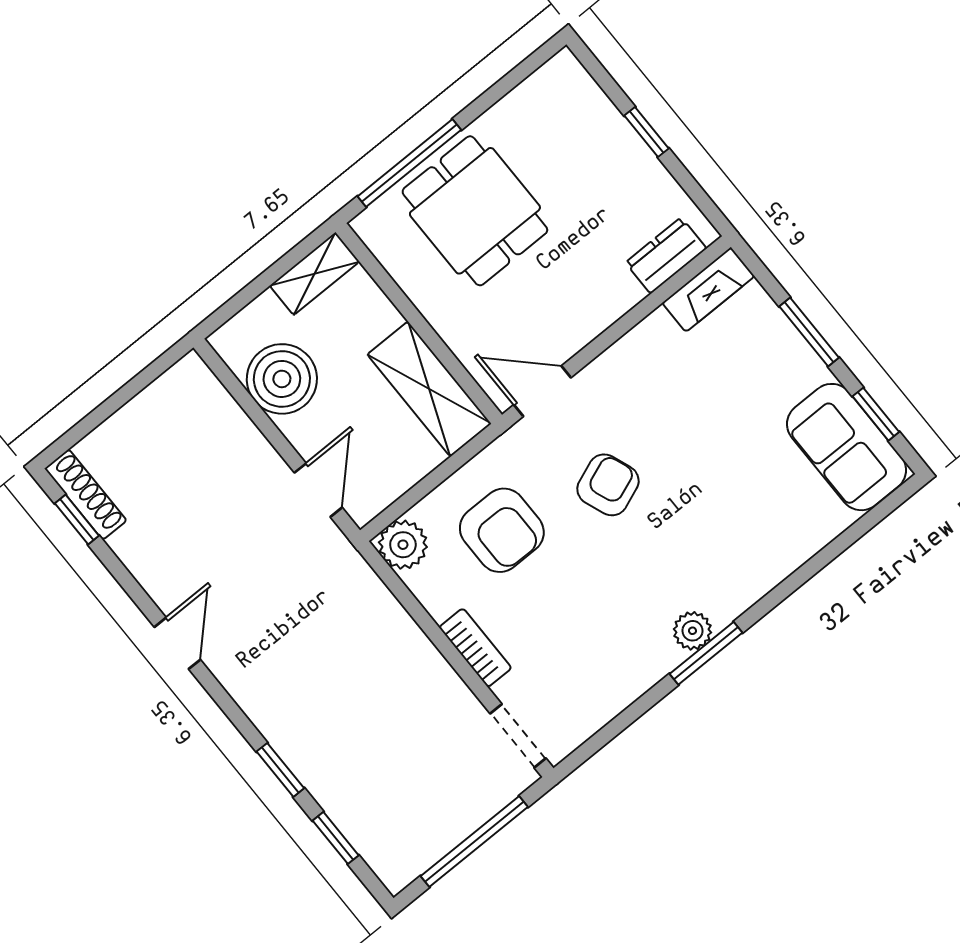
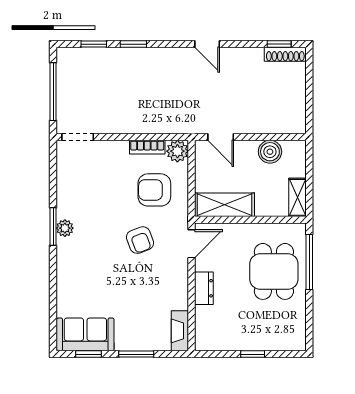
dining table: (475, 211) -> (274, 271), turned 90
dresser: (666, 255) -> (204, 288), moved
boiler: (282, 379) -> (270, 152), width x0.73, depth x0.73
bookcase: (475, 648) -> (147, 147), moved

